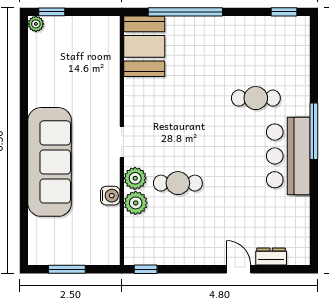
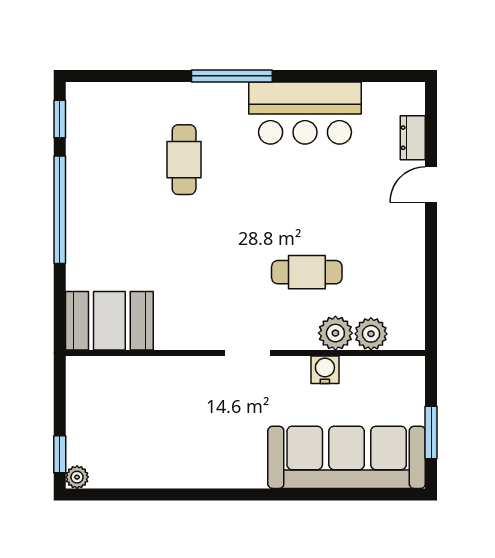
window: (185, 12) -> (60, 210), moved
bar counter: (288, 156) -> (305, 113), moved
sofa: (50, 162) -> (347, 457), moved
plant: (135, 178) -> (371, 334), moved
cafe table: (178, 183) -> (307, 272), turned 90
window: (146, 269) -> (431, 319), removed

